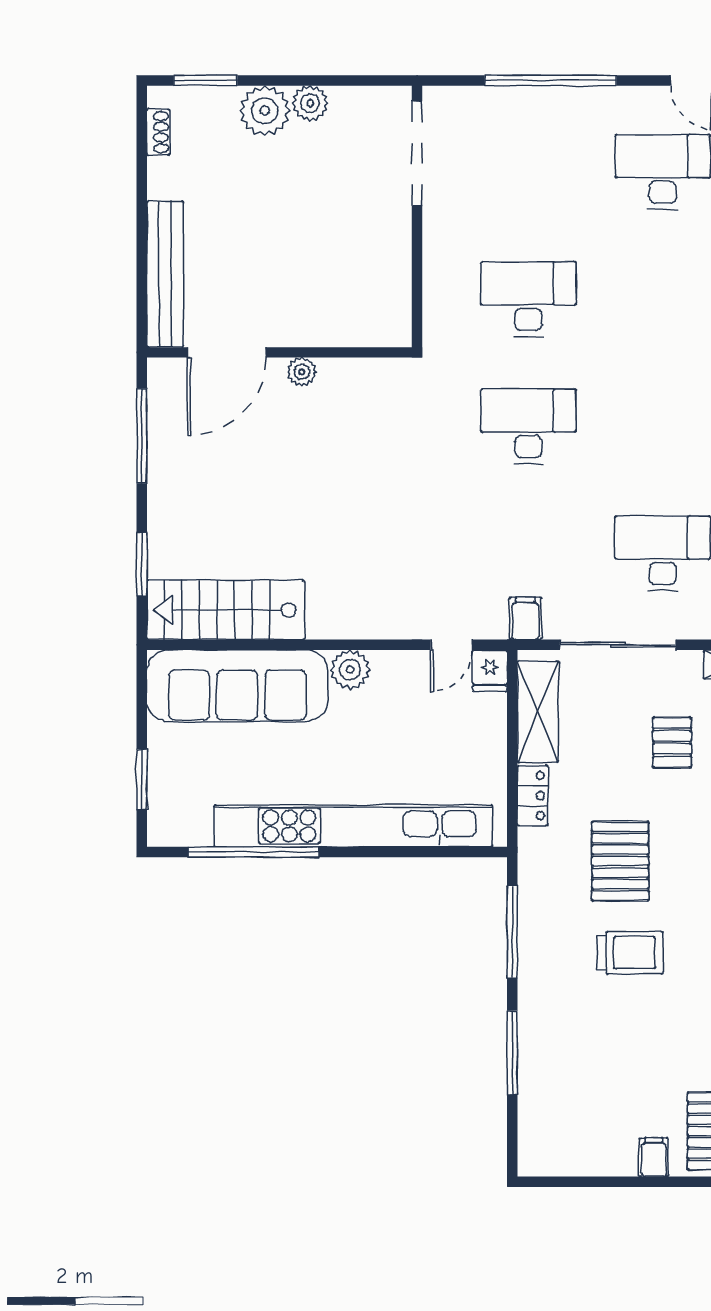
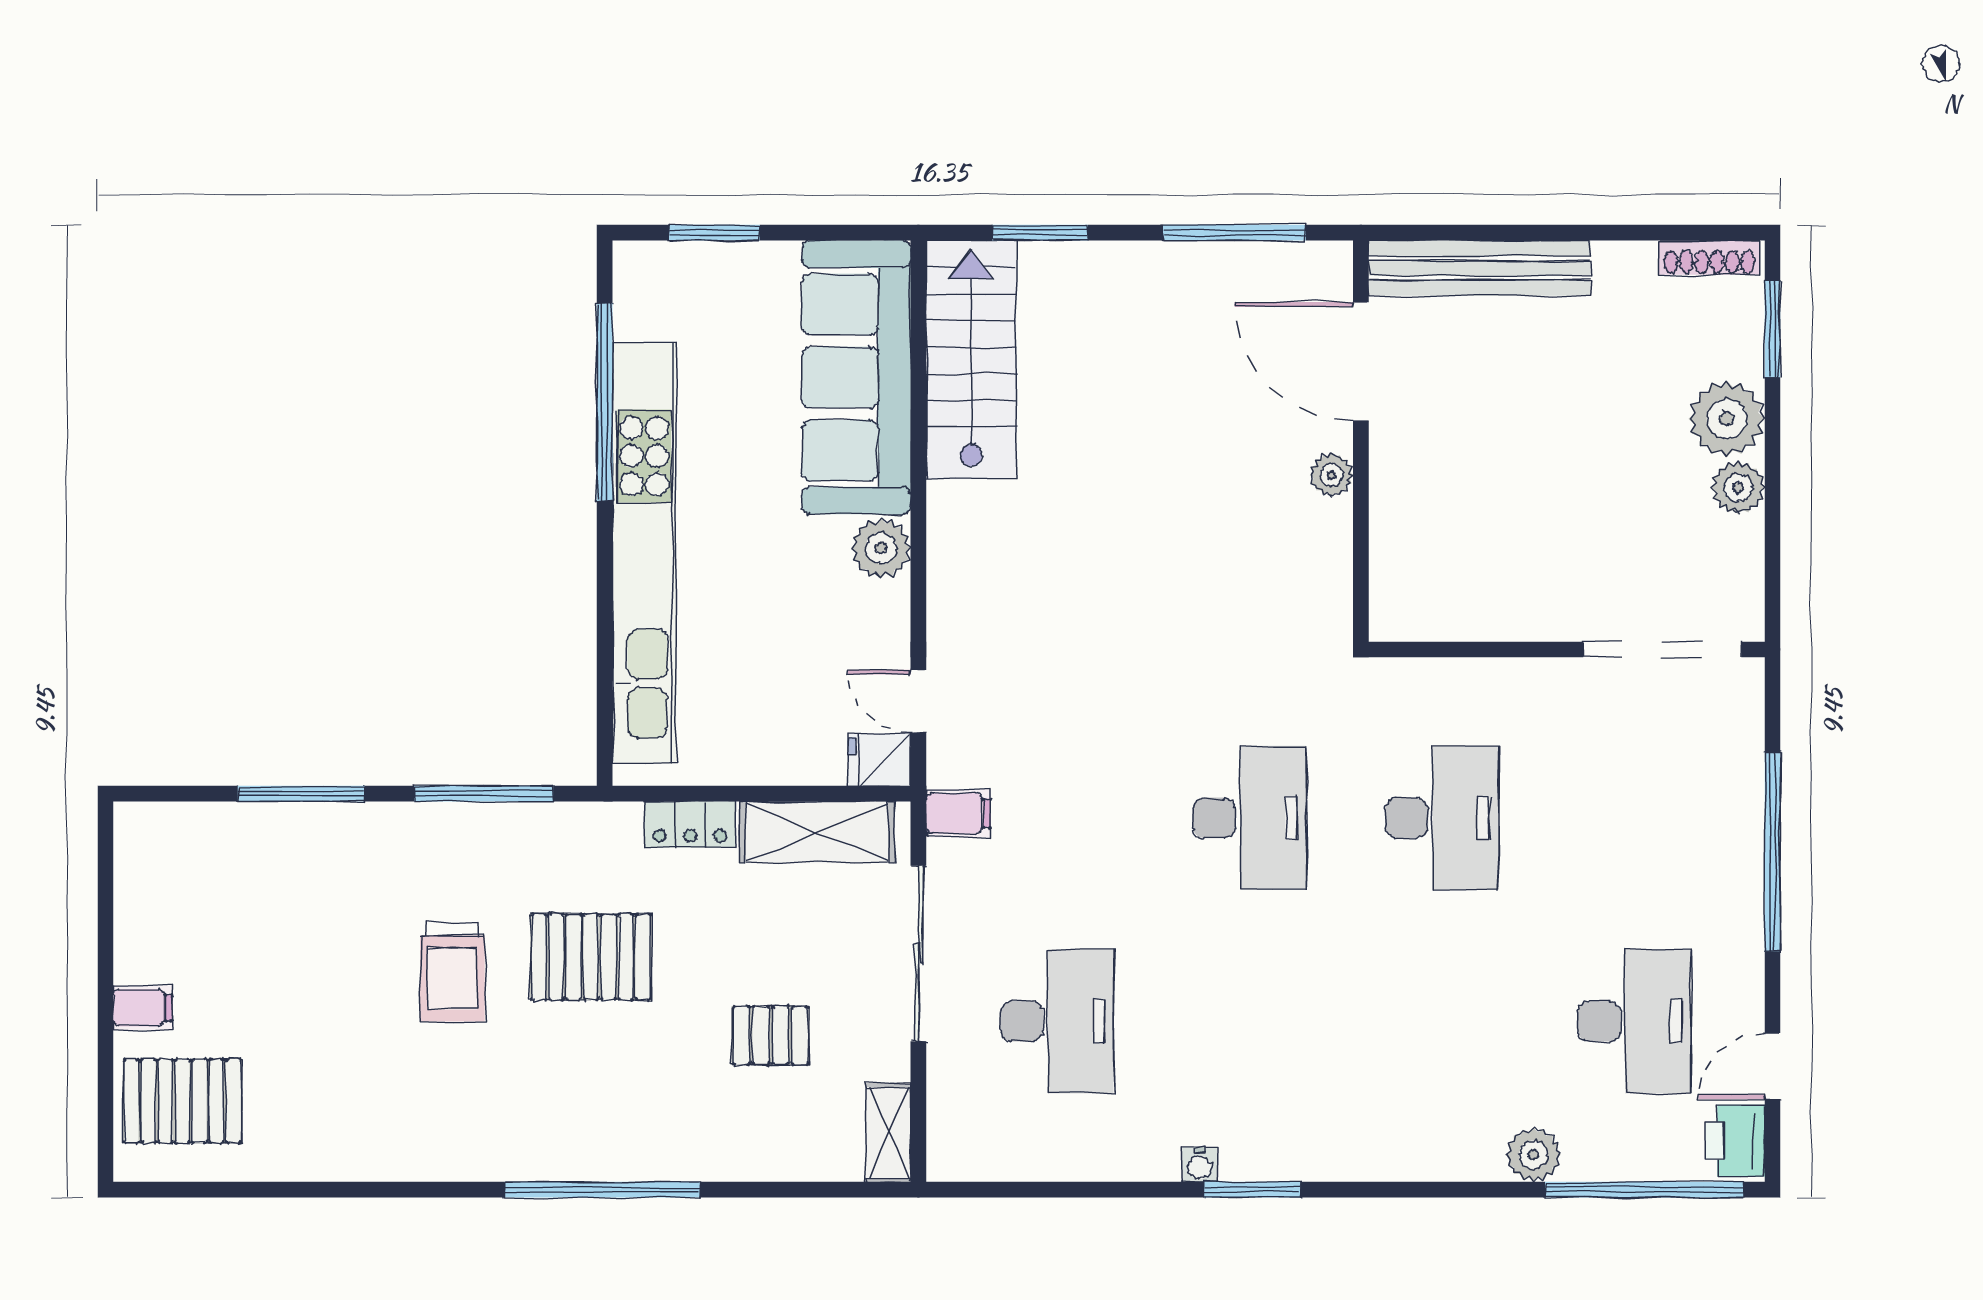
shoe rack: (158, 132) -> (1709, 258), width x1.43

